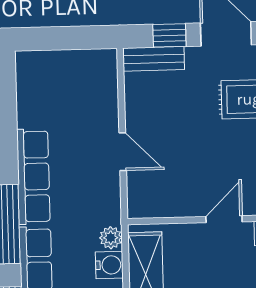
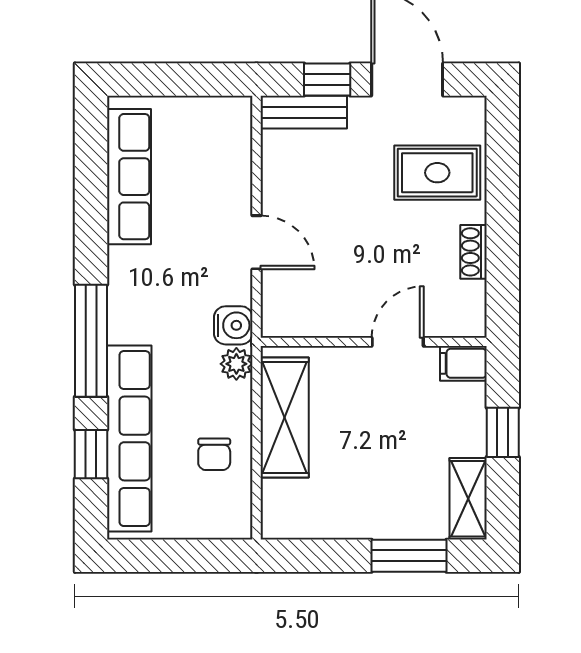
row of seats: (33, 177) -> (129, 177), moved
water cooler: (109, 265) -> (233, 325), moved

